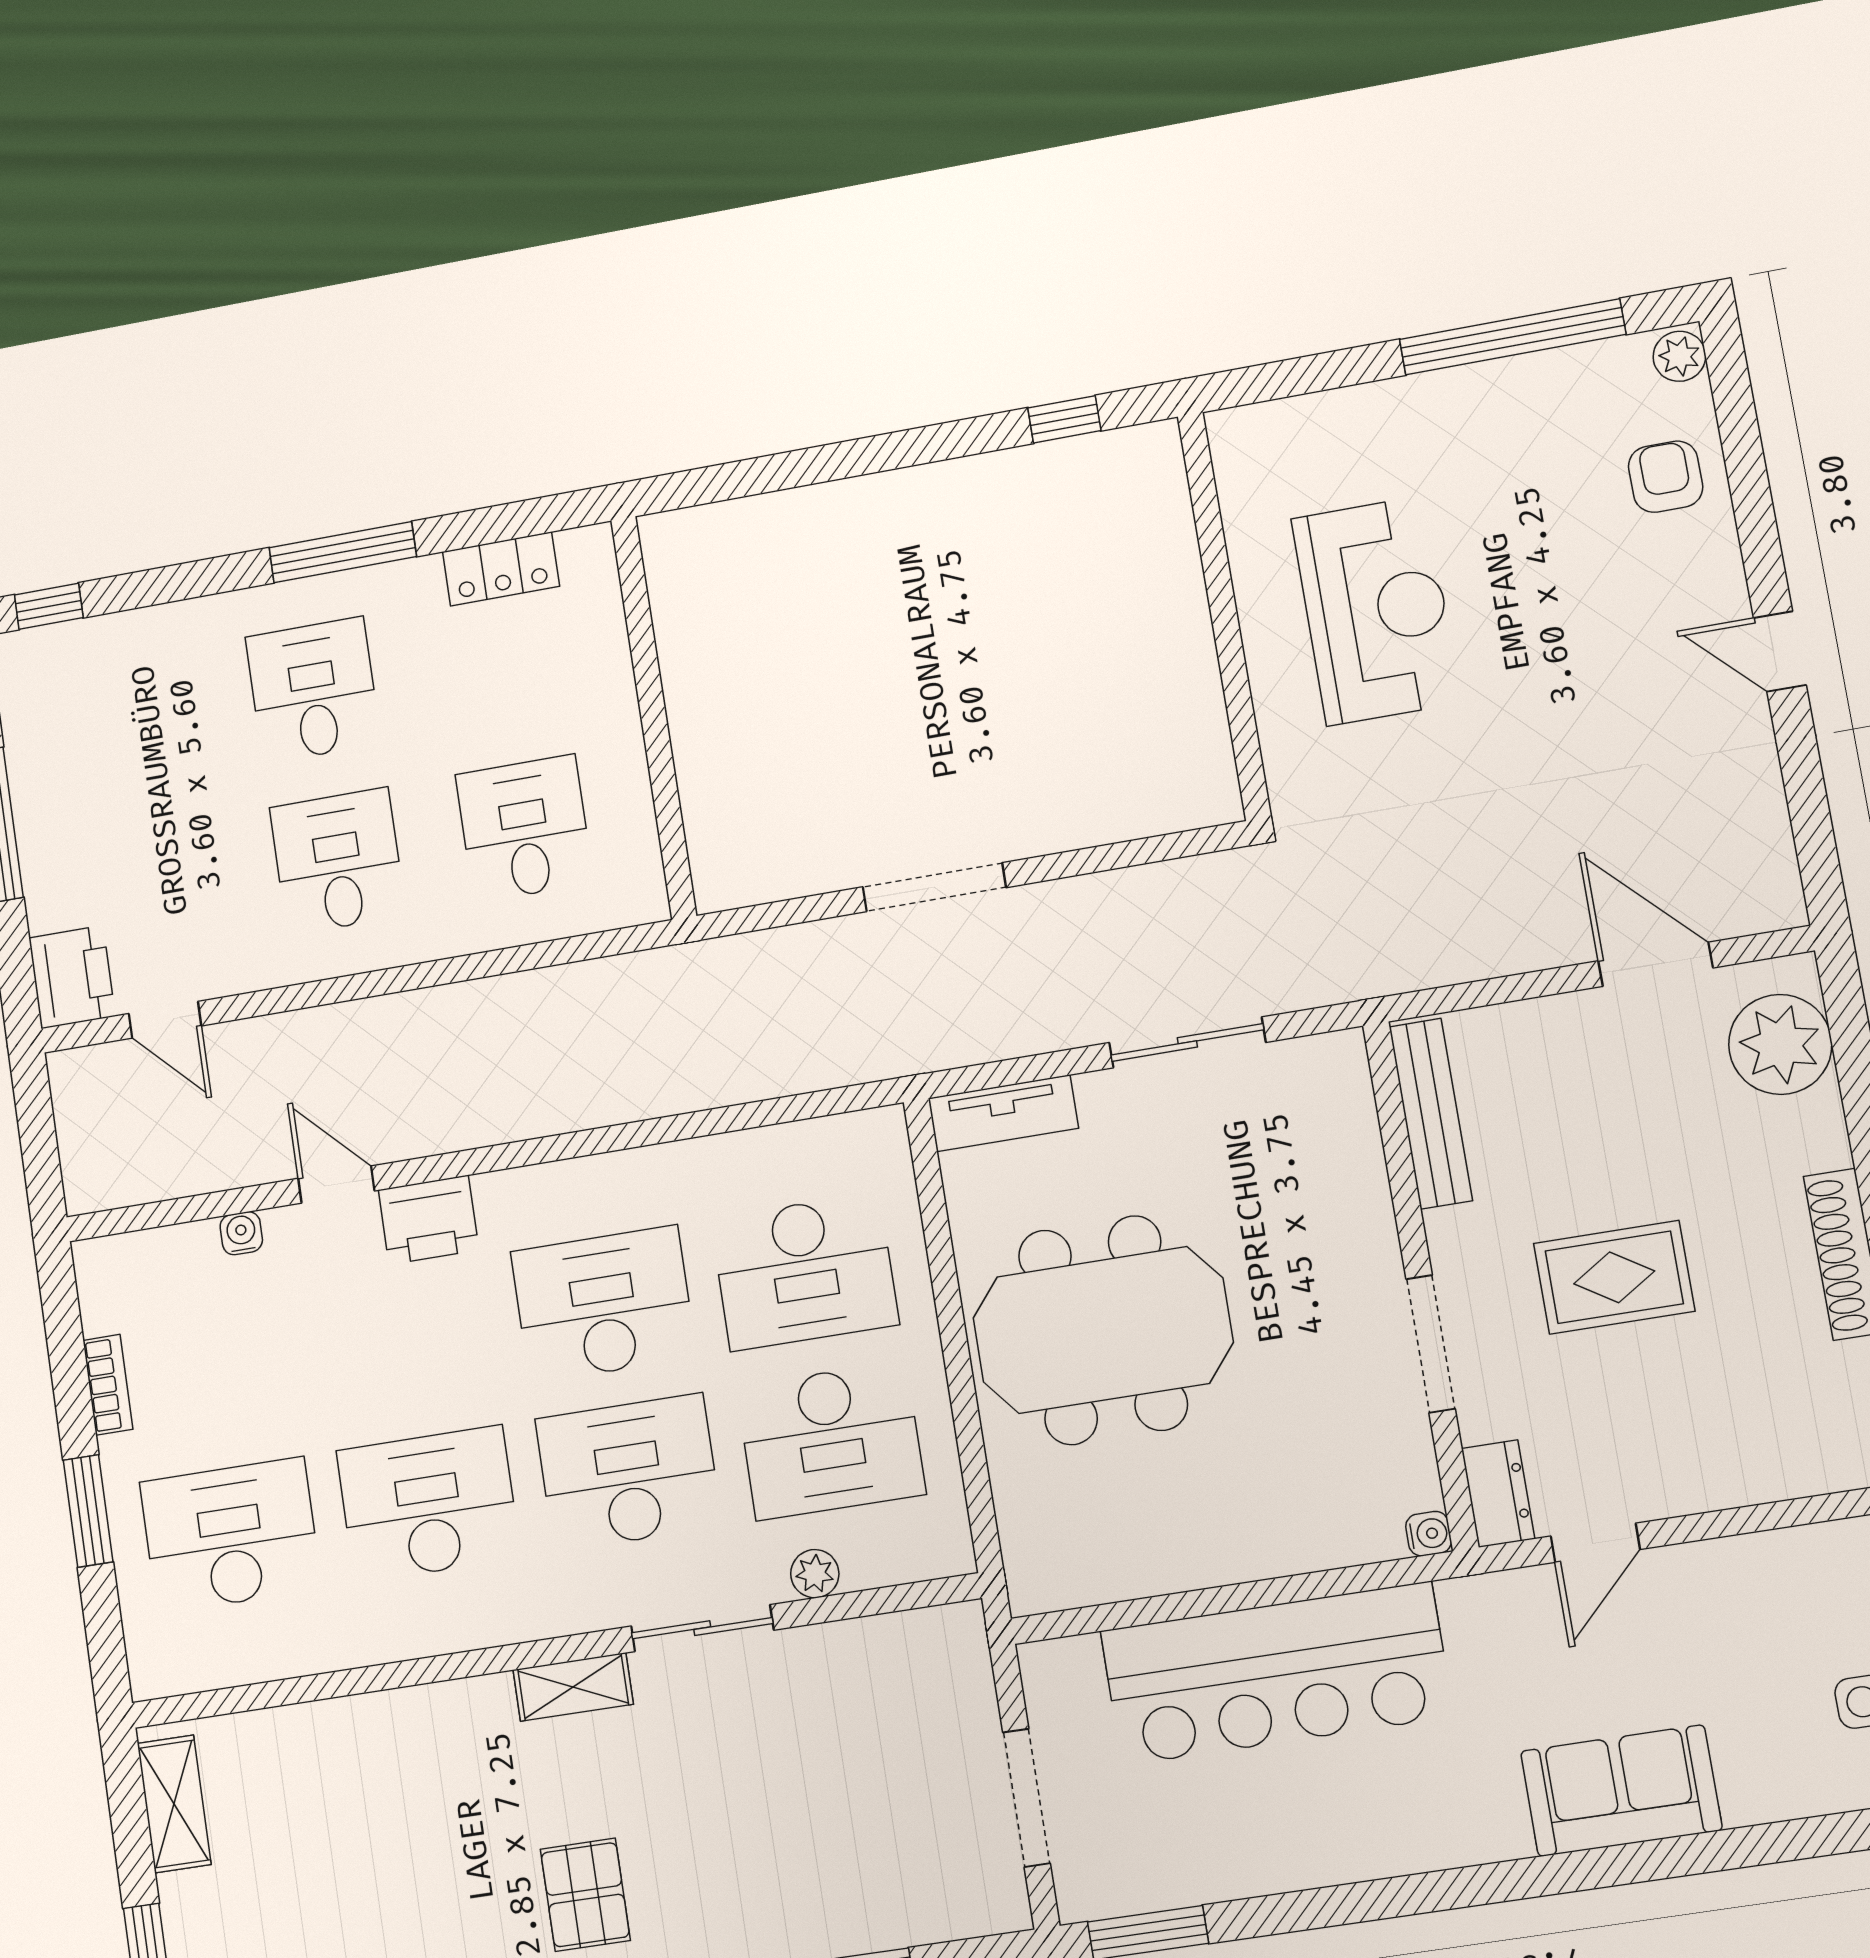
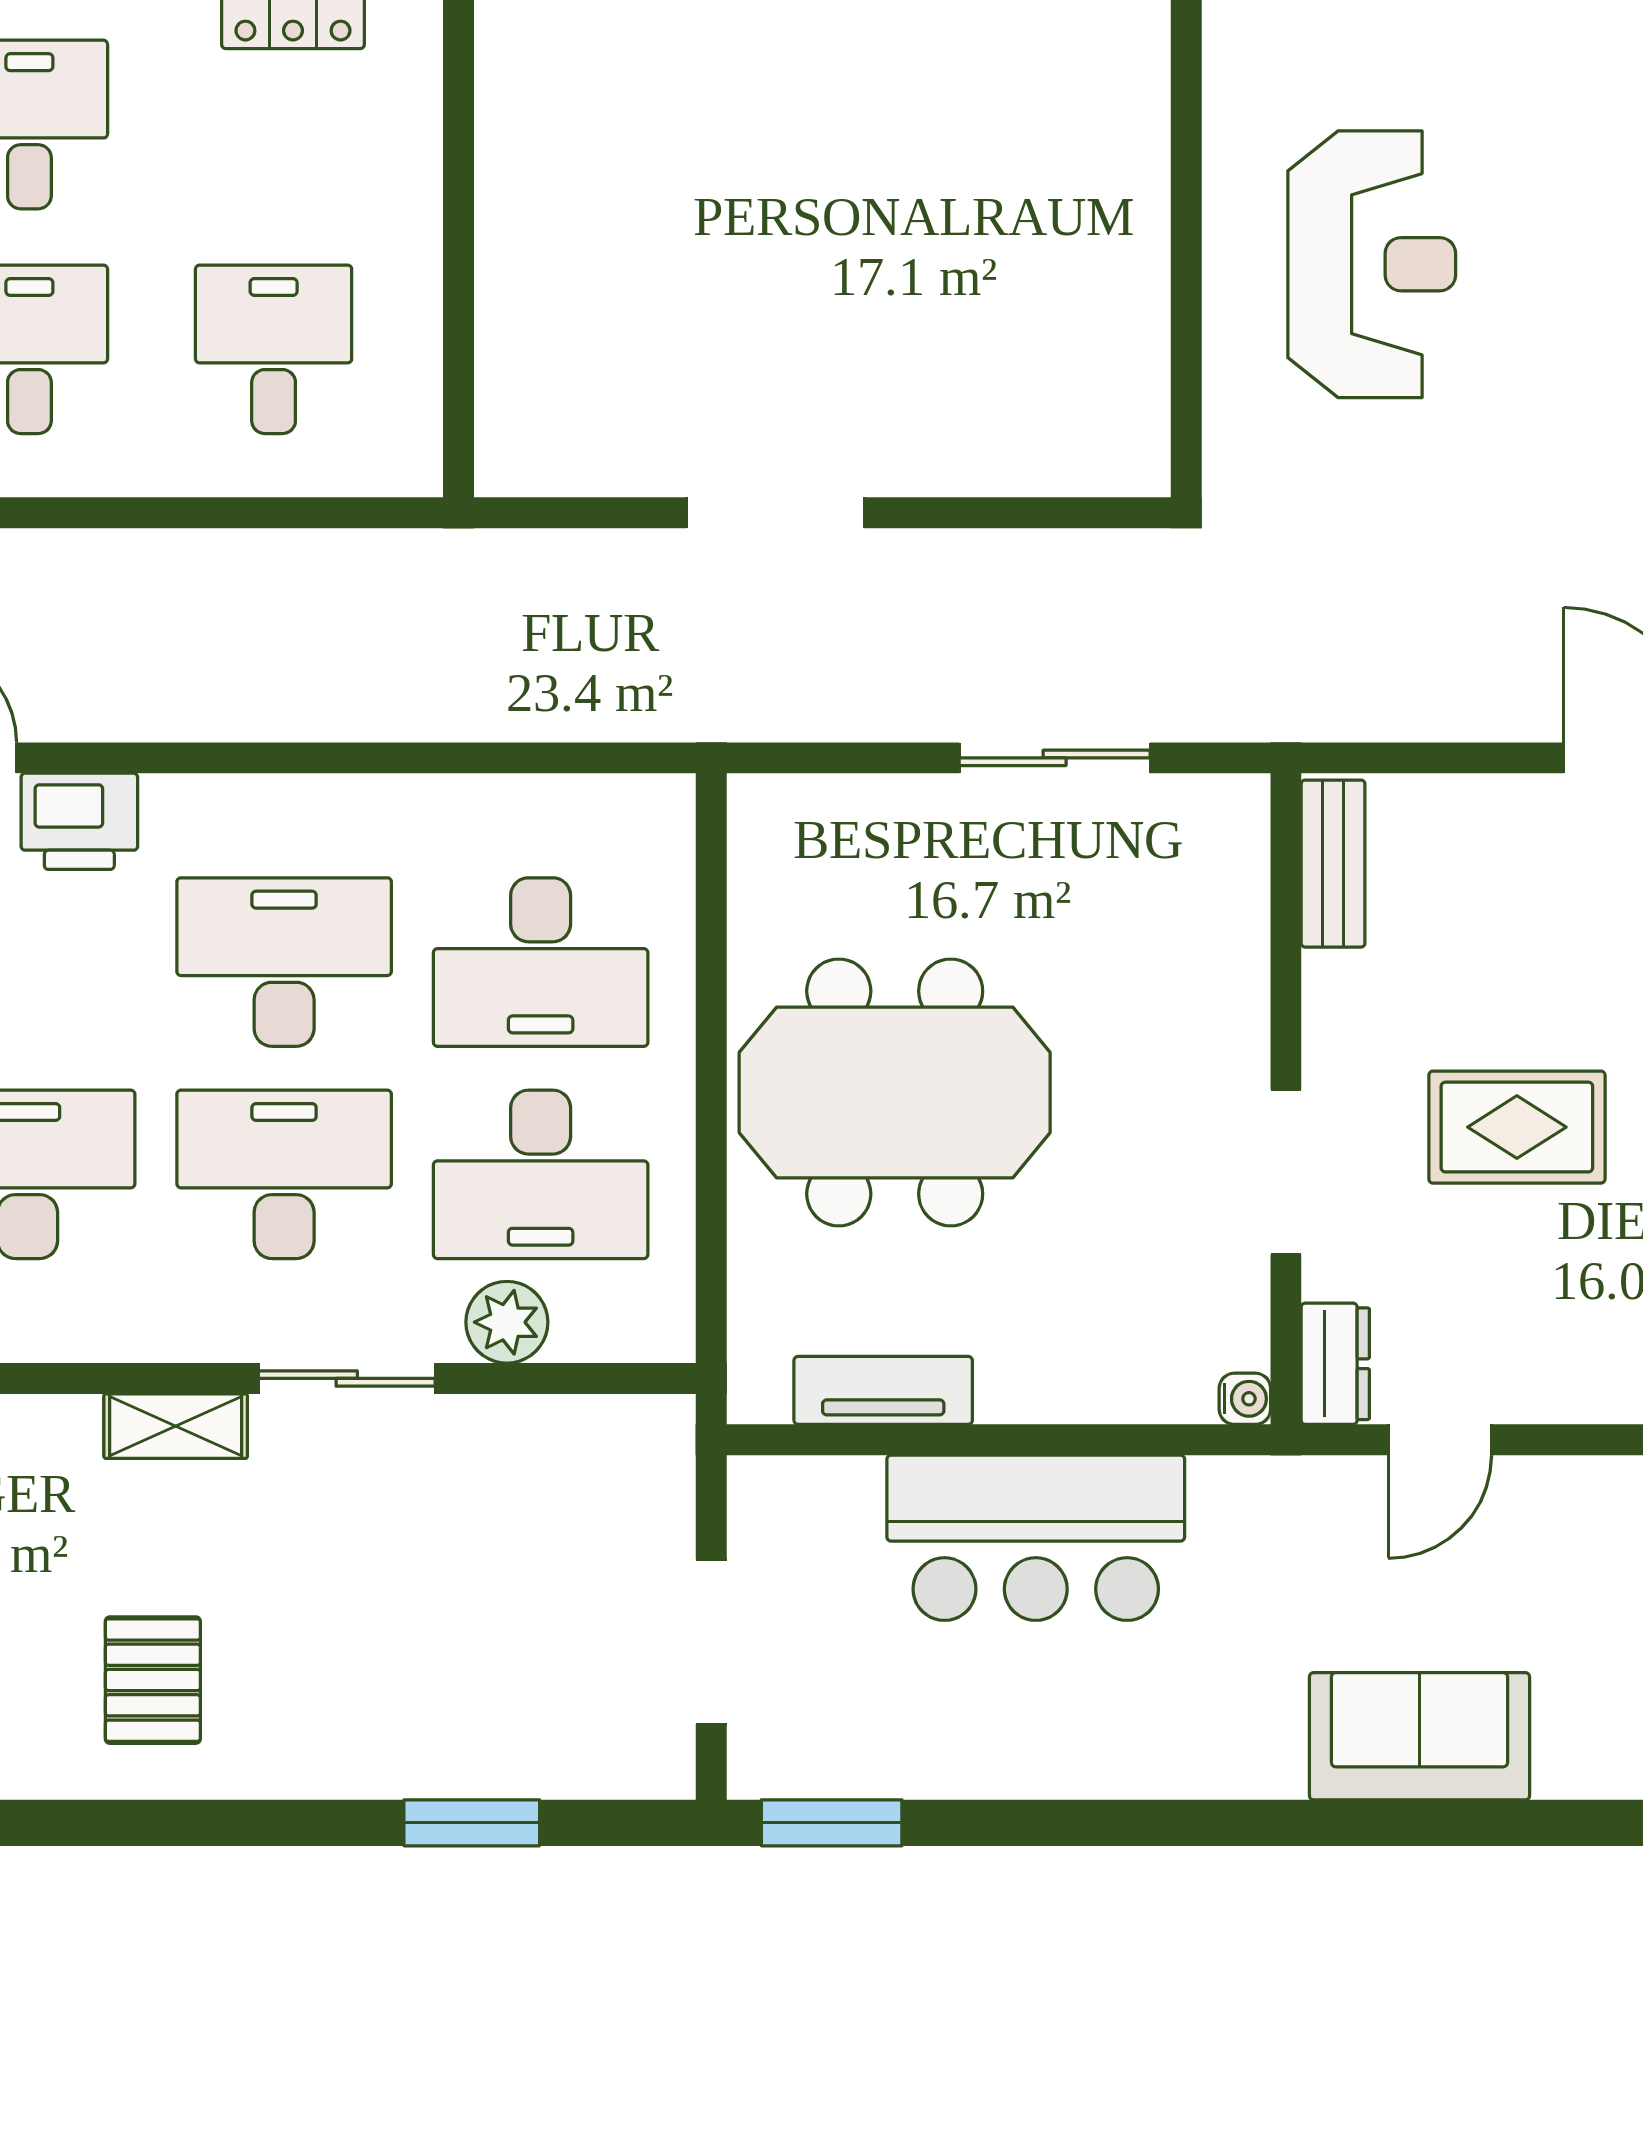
tv unit: (1003, 1113) -> (883, 1390), moved, turned 180
bench: (1431, 1114) -> (1333, 864), width x0.73
plant: (815, 1574) -> (507, 1322), width x1.38, depth x1.38
bar counter: (1276, 1673) -> (1036, 1538), width x0.73

